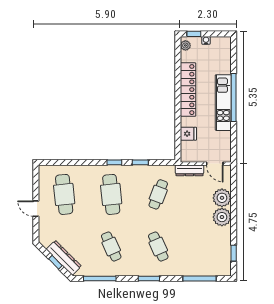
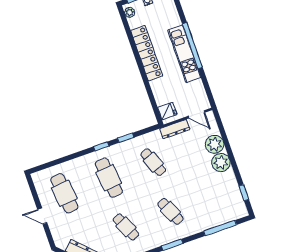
fridge: (188, 134) -> (167, 111), moved
cafe table: (158, 194) -> (153, 162), turned -42

